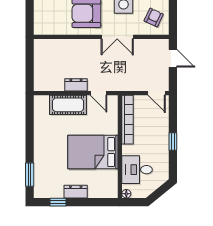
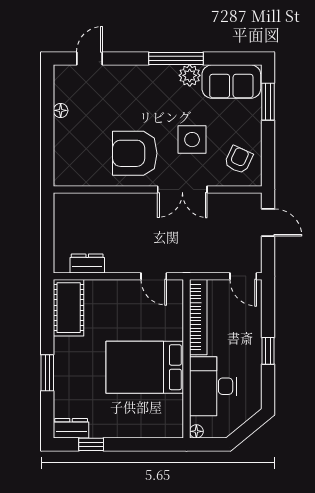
dresser: (76, 85) -> (87, 263), moved
cot: (68, 105) -> (69, 308), moved, turned 90
desk: (137, 170) -> (213, 386), width x1.37
window: (30, 175) -> (47, 373), moved
dresser: (76, 192) -> (71, 428), moved

